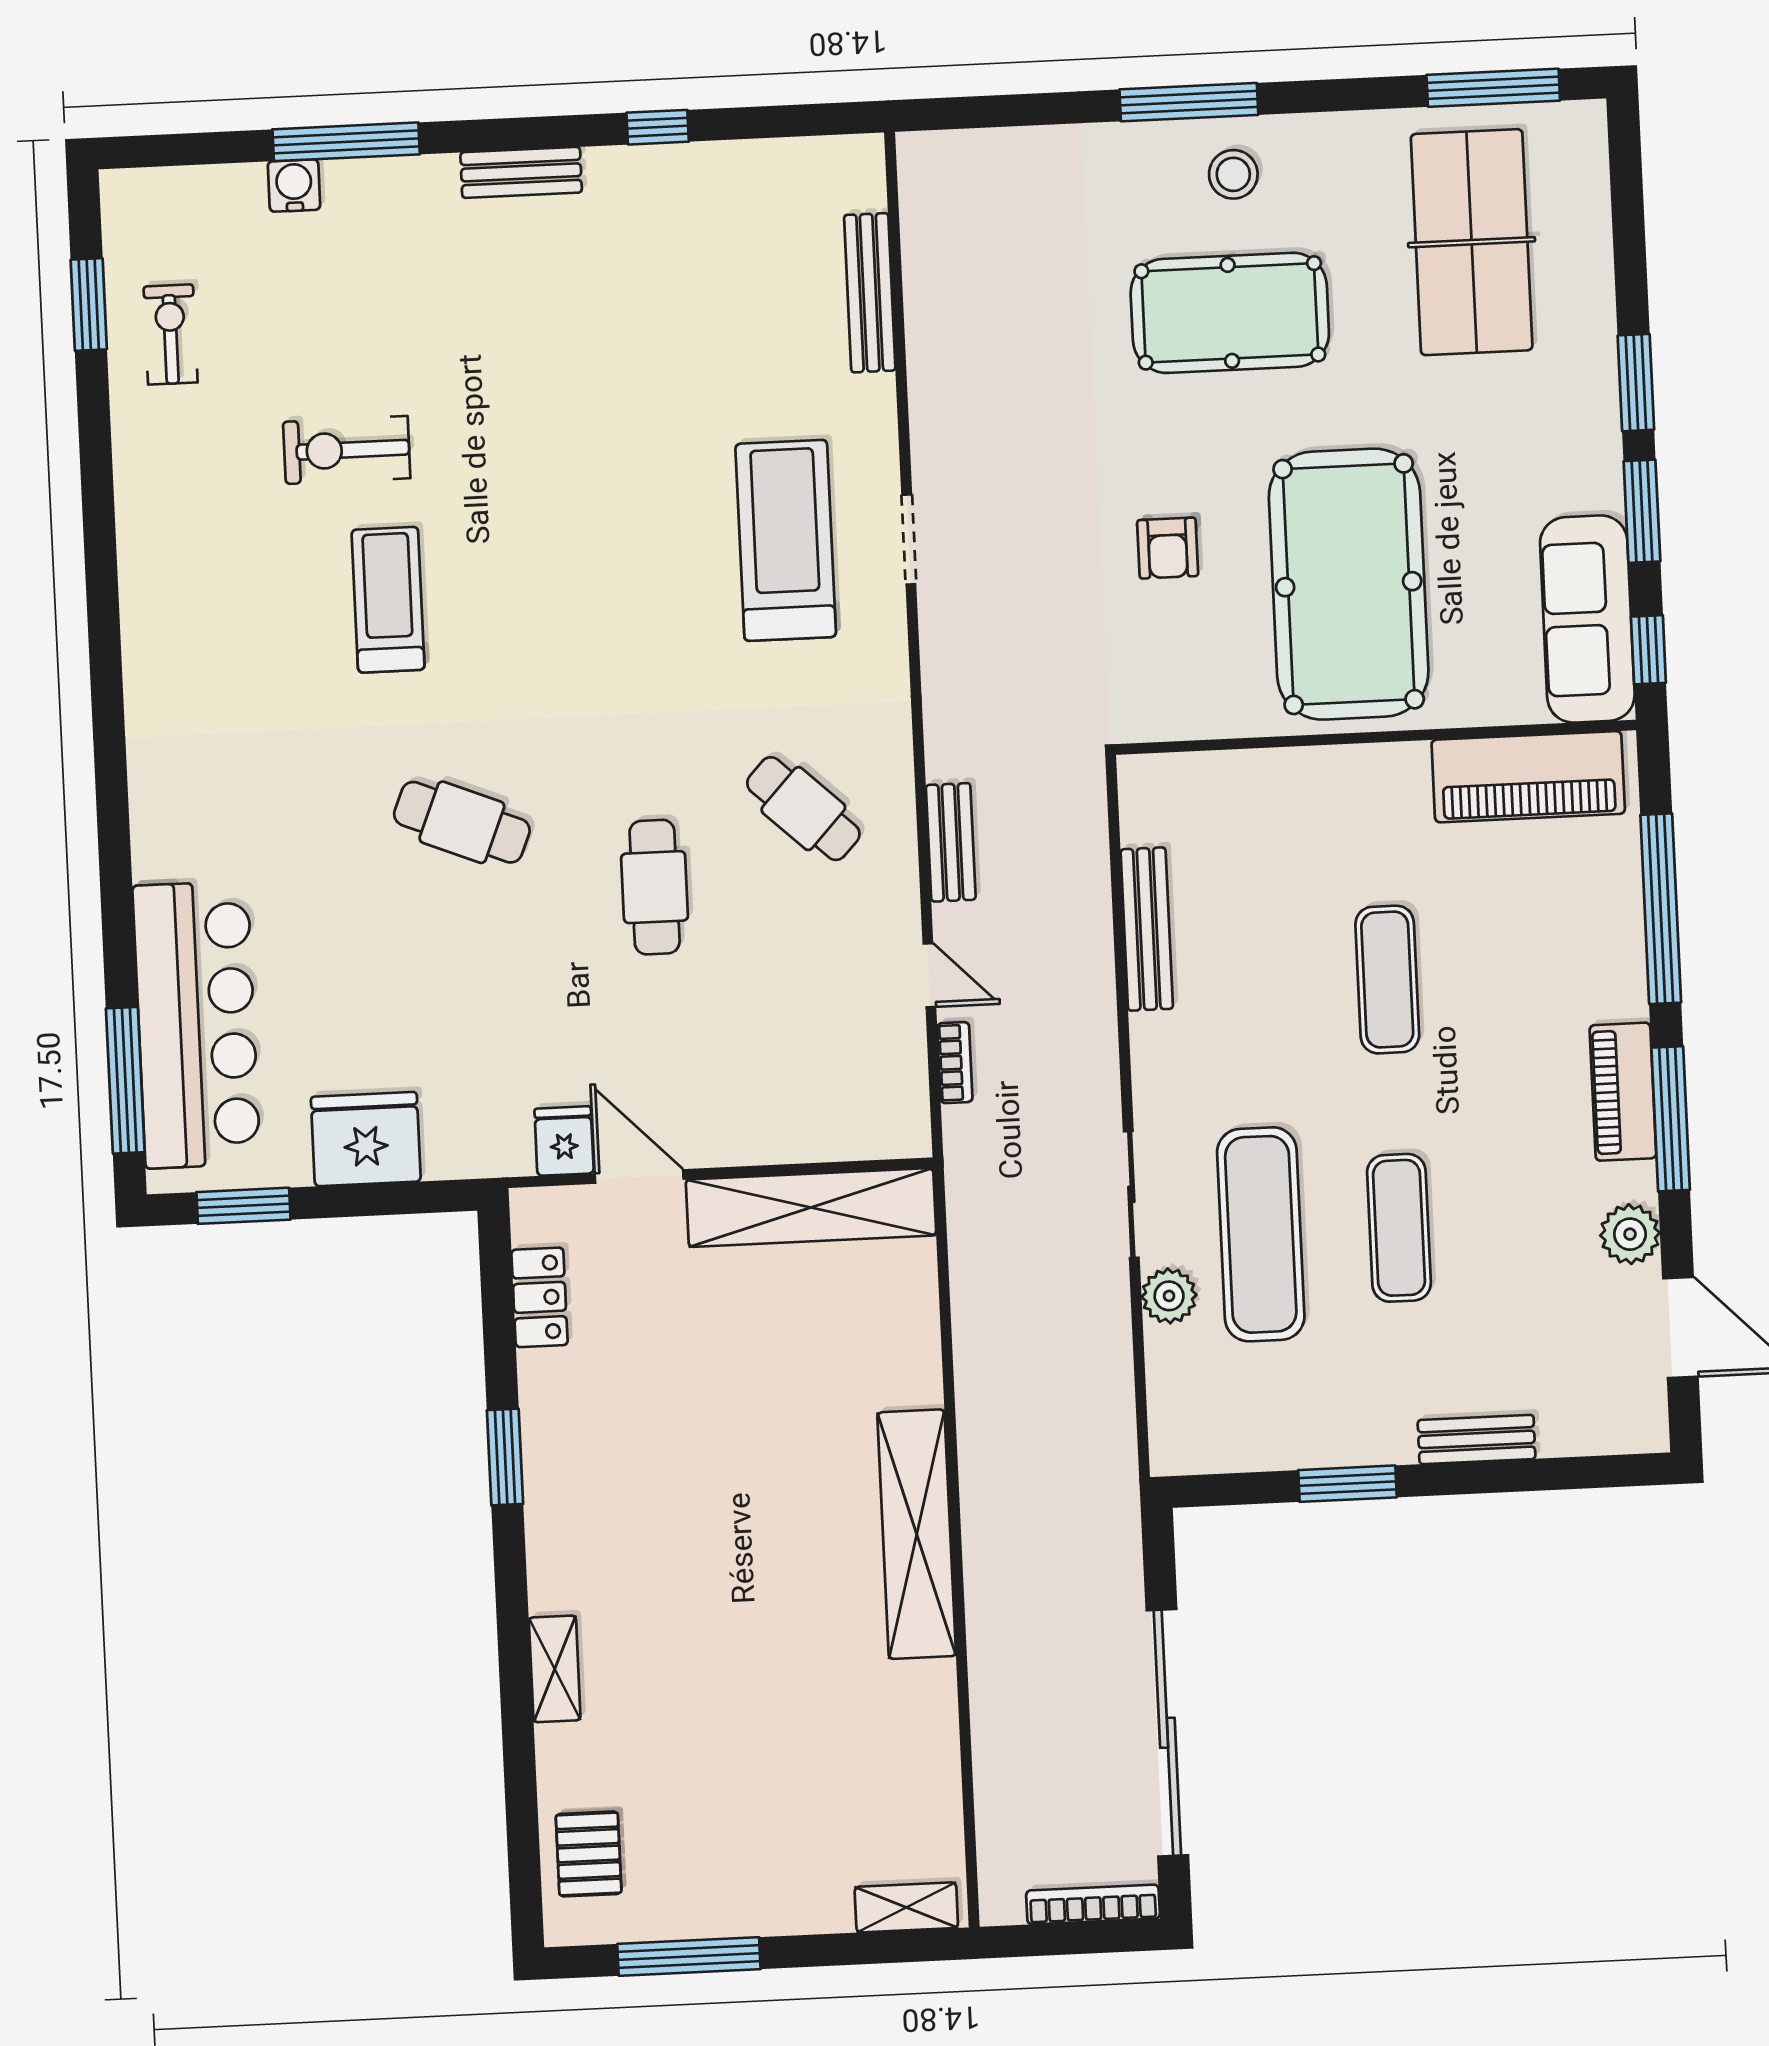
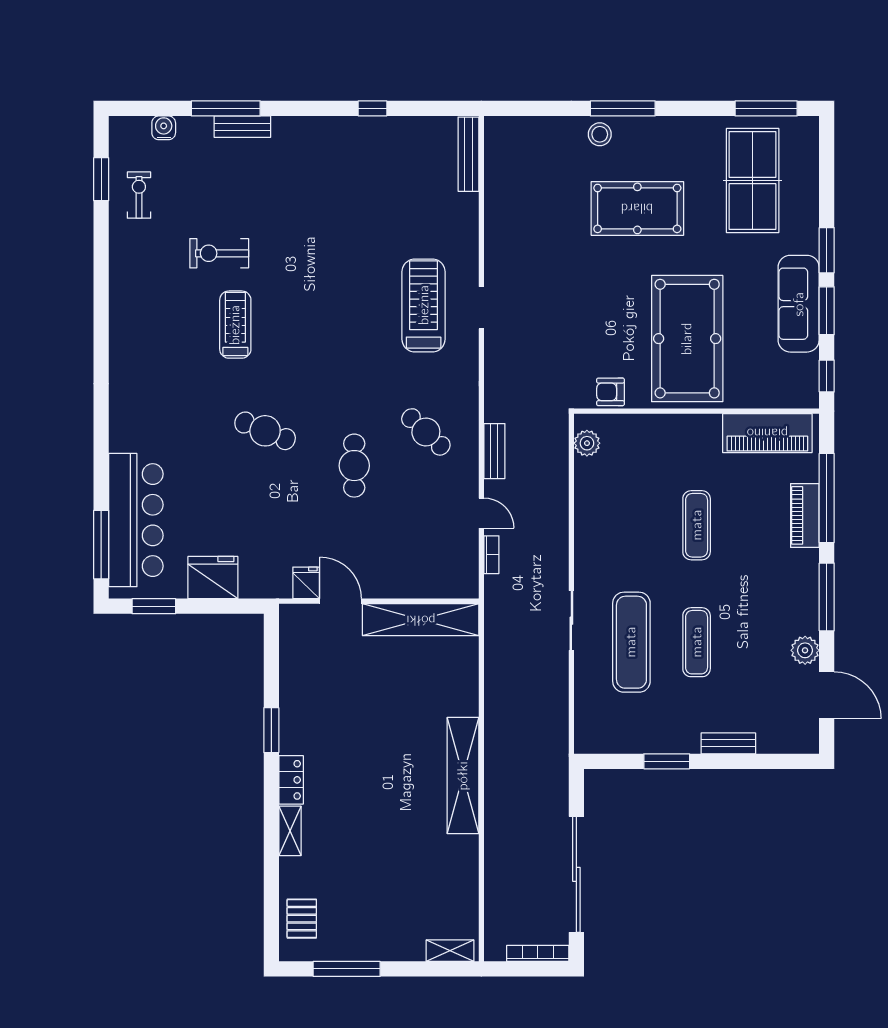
bench: (521, 172) -> (242, 127), moved
stool: (1233, 174) -> (600, 134), moved
water cooler: (294, 186) -> (164, 128), moved
bench: (870, 293) -> (469, 154), moved
armchair: (1168, 548) -> (610, 392), moved, turned 90
sofa: (1587, 619) -> (799, 304), moved
bench: (1147, 929) -> (585, 496), removed
piano: (1623, 1092) -> (805, 515), moved
plant: (1169, 1296) -> (587, 443), moved
locker: (540, 1297) -> (291, 780), moved

